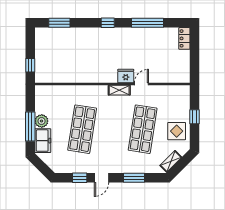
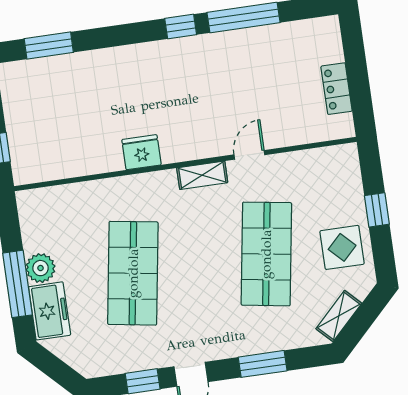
window: (108, 23) -> (181, 27), moved
locker: (184, 38) -> (337, 89), moved
fridge: (126, 76) -> (141, 152), moved

